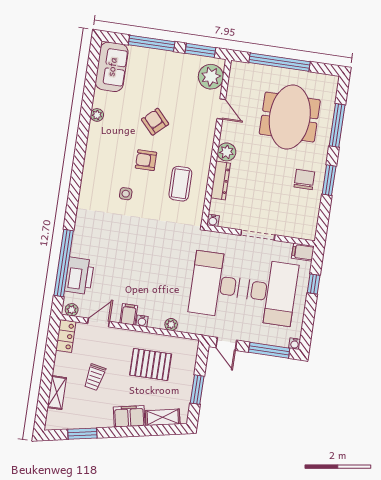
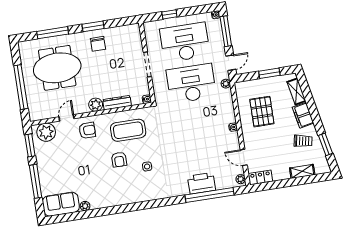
plant: (97, 115) -> (85, 206), moved
armchair: (155, 122) -> (87, 130), moved, turned -137
chair: (304, 179) -> (98, 44), turned -90
coffee table: (180, 184) -> (128, 130), width x1.36, depth x1.32
filing cabinet: (303, 252) -> (149, 29), removed
printer: (79, 276) -> (202, 183), moved
desk: (216, 284) -> (191, 83), turned 180
filing cabinet: (129, 314) -> (231, 138), removed
plant: (171, 325) -> (226, 84), moved
trolley: (95, 377) -> (303, 141), moved

